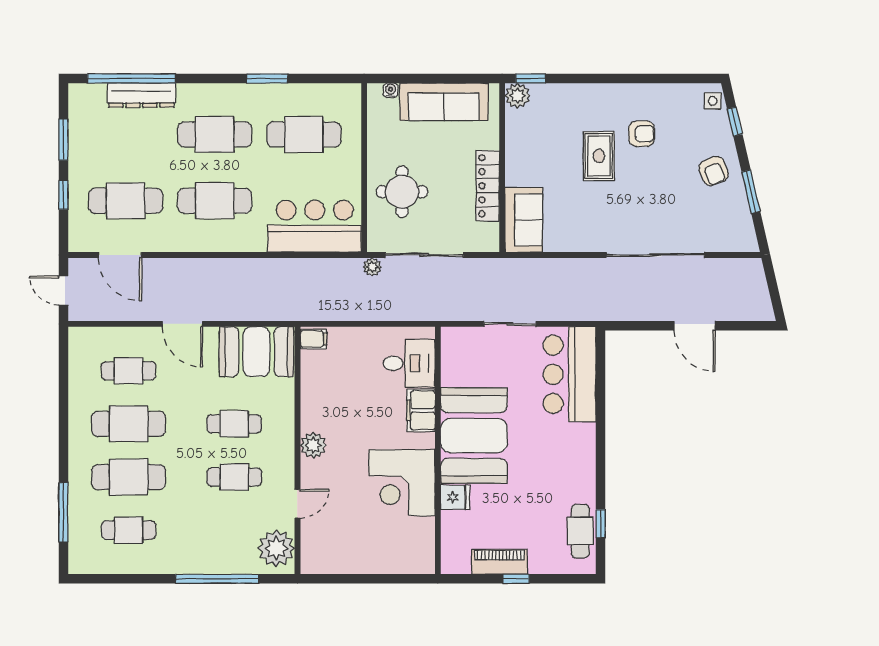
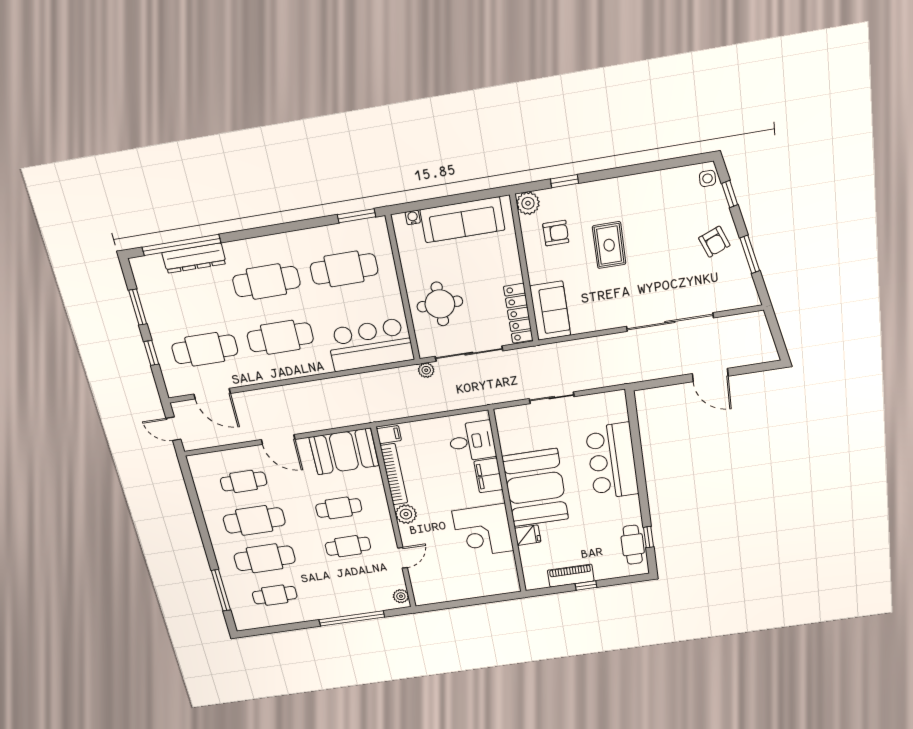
window: (267, 78) -> (356, 216), moved
window: (531, 78) -> (564, 181), moved
armchair: (642, 134) -> (556, 233), moved
locker: (488, 186) -> (518, 313), moved
bar counter: (570, 374) -> (612, 461), moved
bookcase: (309, 391) -> (394, 474), added
plant: (276, 548) -> (401, 596), width x0.53, depth x0.53

